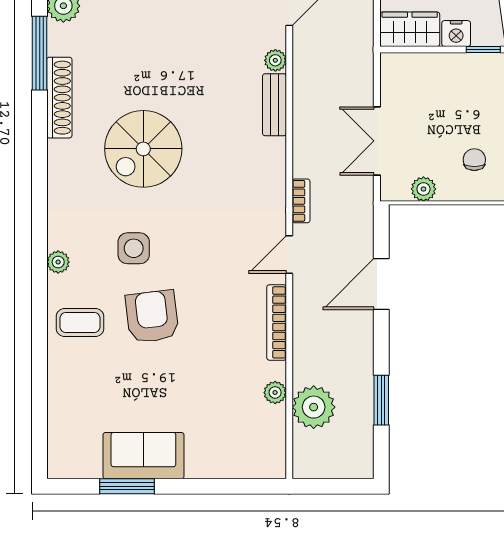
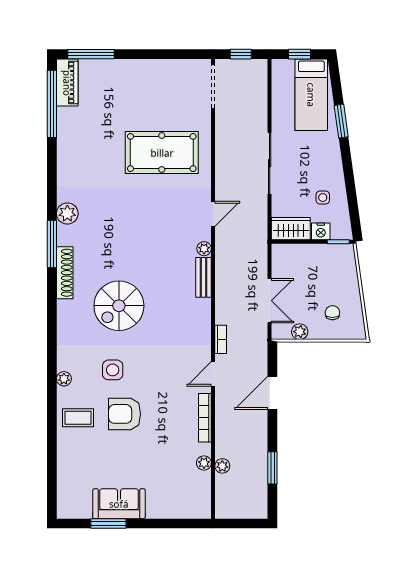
double door: (377, 141) -> (270, 301), swing flipped
armchair: (152, 317) -> (125, 414), turned -83
plant: (314, 407) -> (222, 466), width x0.53, depth x0.53

